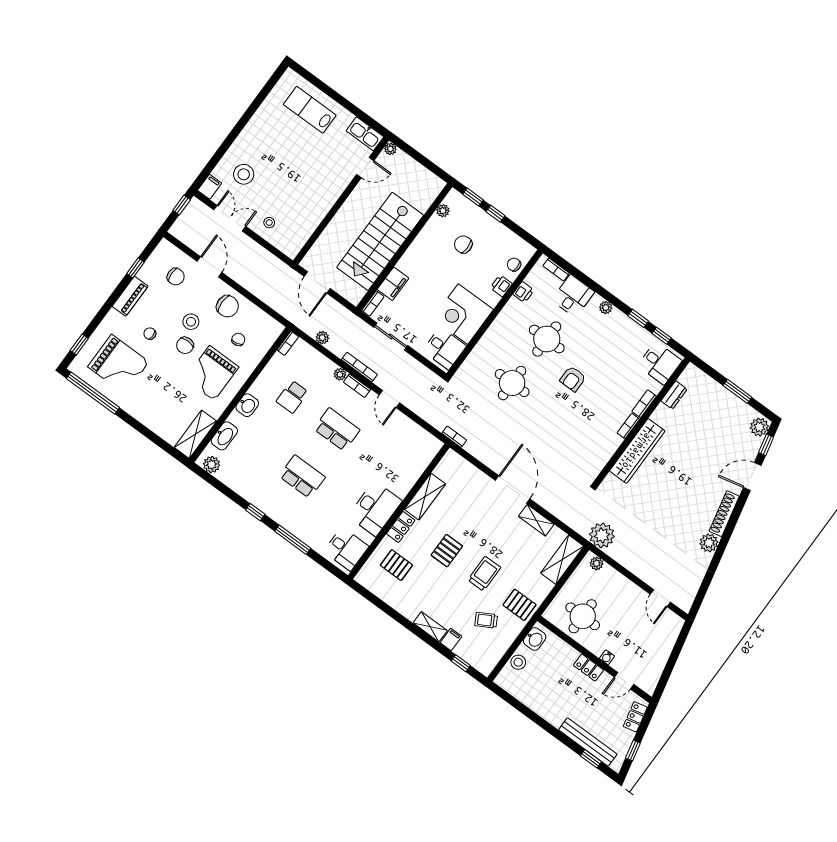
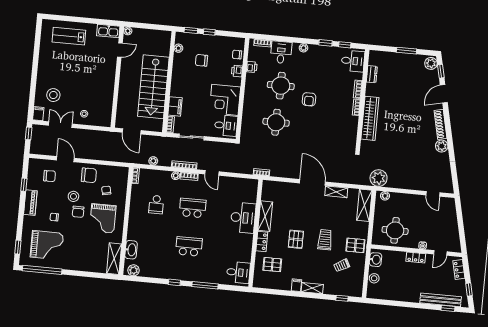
washbasin: (247, 405) -> (134, 225), removed
desk: (375, 508) -> (243, 218), moved
filing cabinet: (451, 640) -> (296, 285), moved

